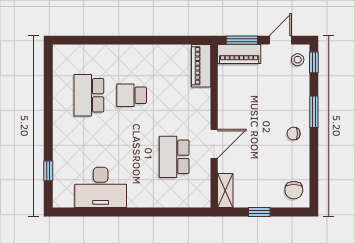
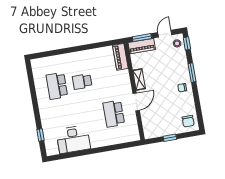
shelving: (225, 190) -> (139, 79), moved

